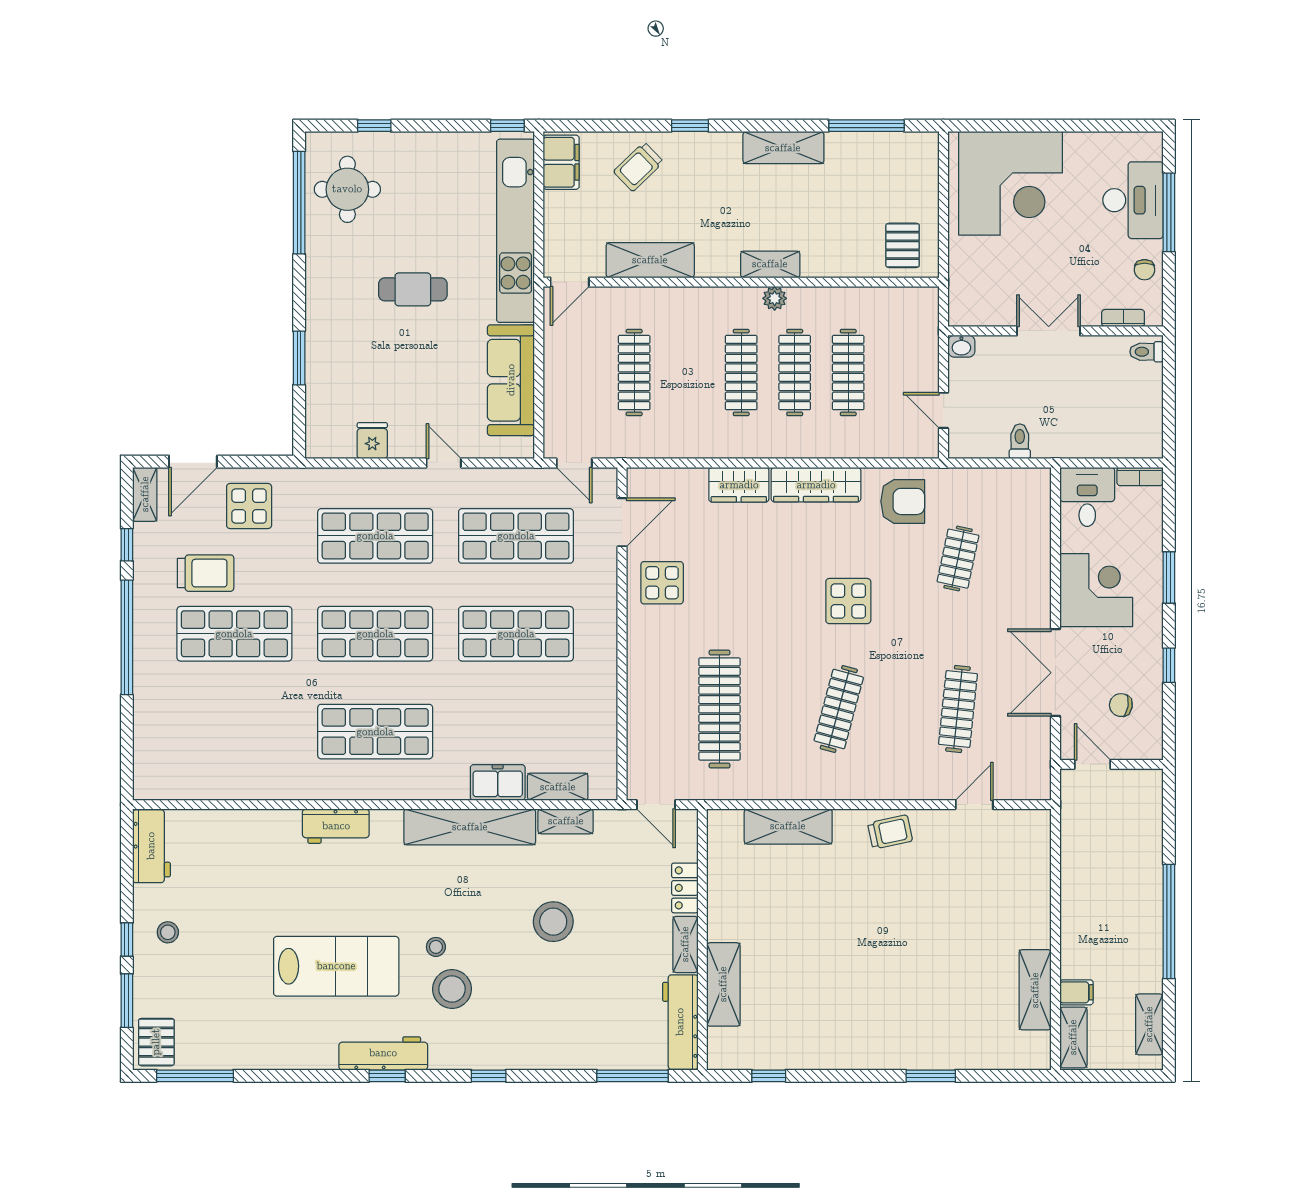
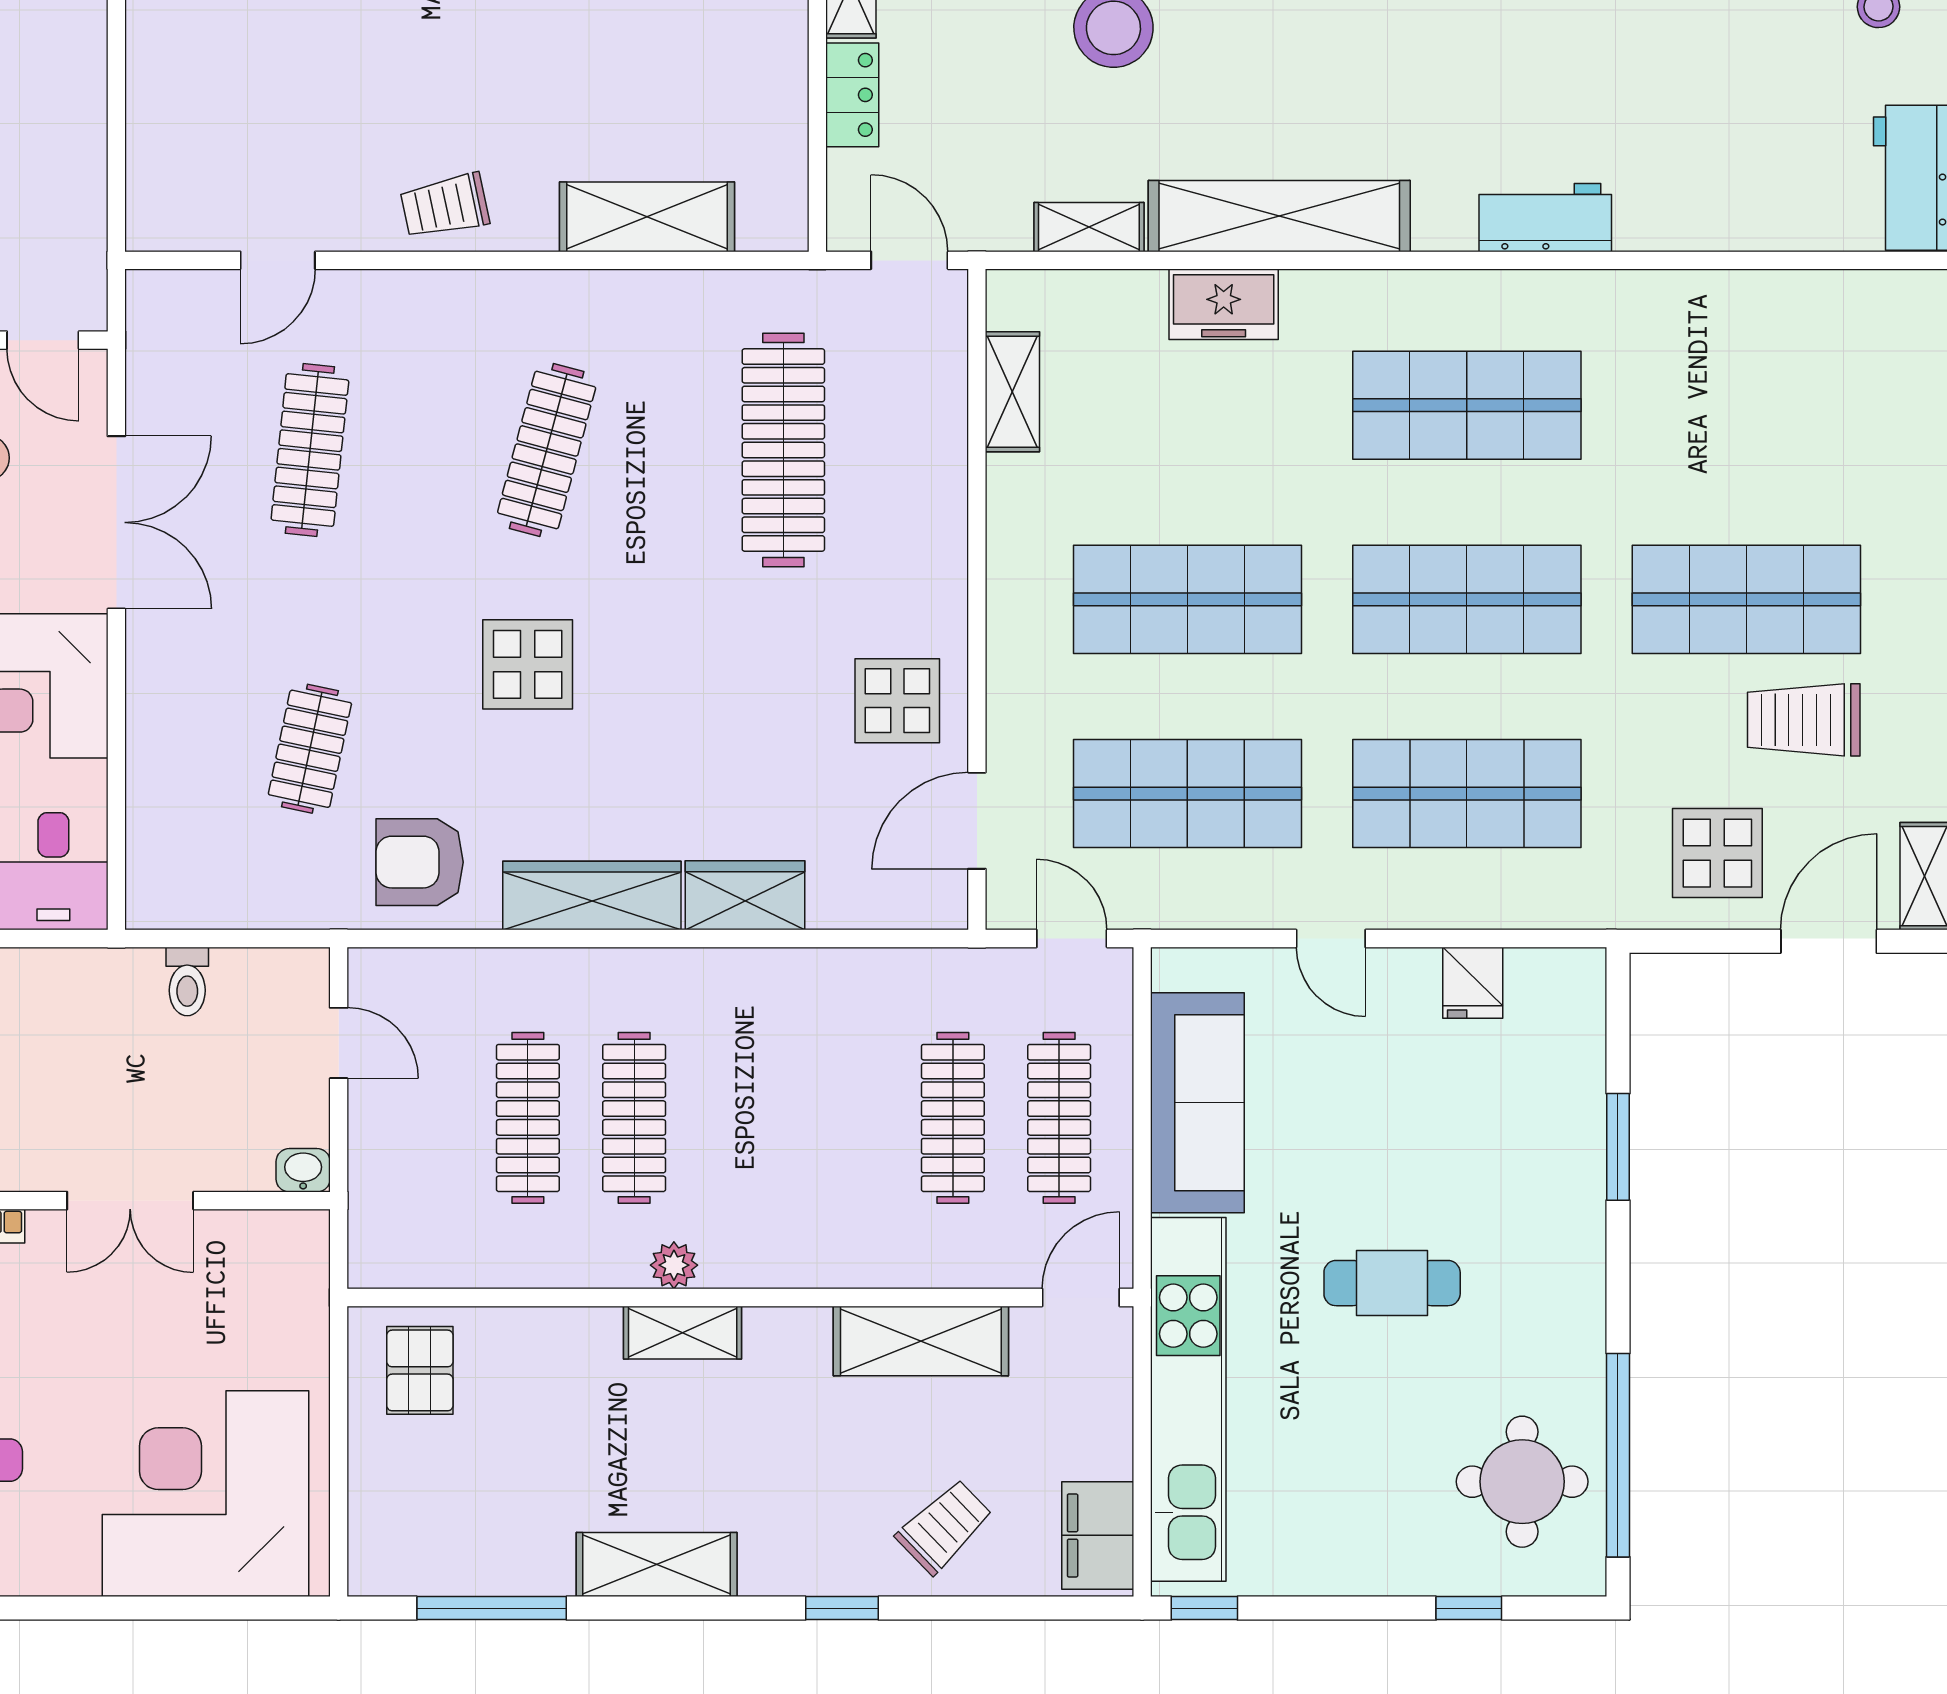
clothes rail: (741, 373) -> (1059, 1118), moved
shelving: (558, 787) -> (1012, 392), moved, turned 90

